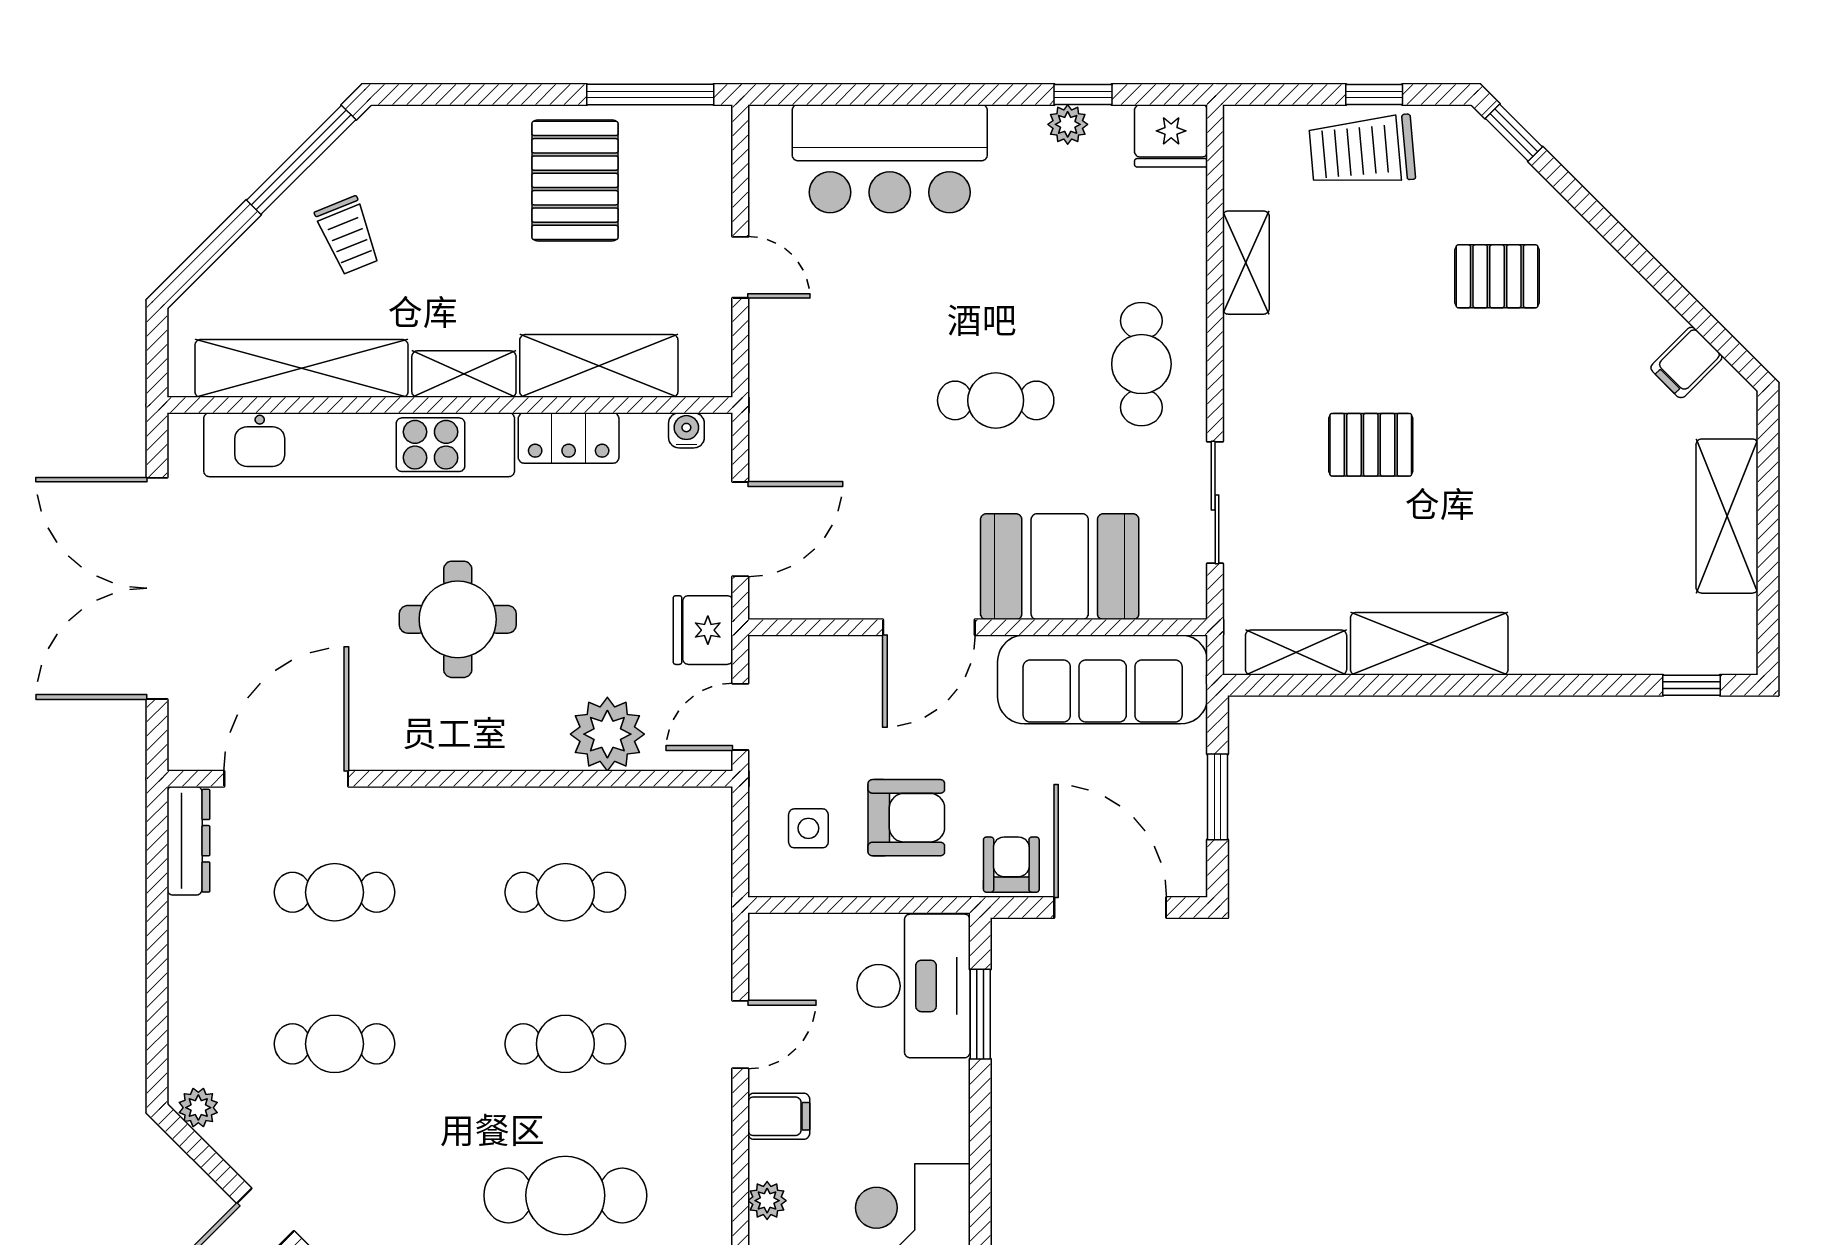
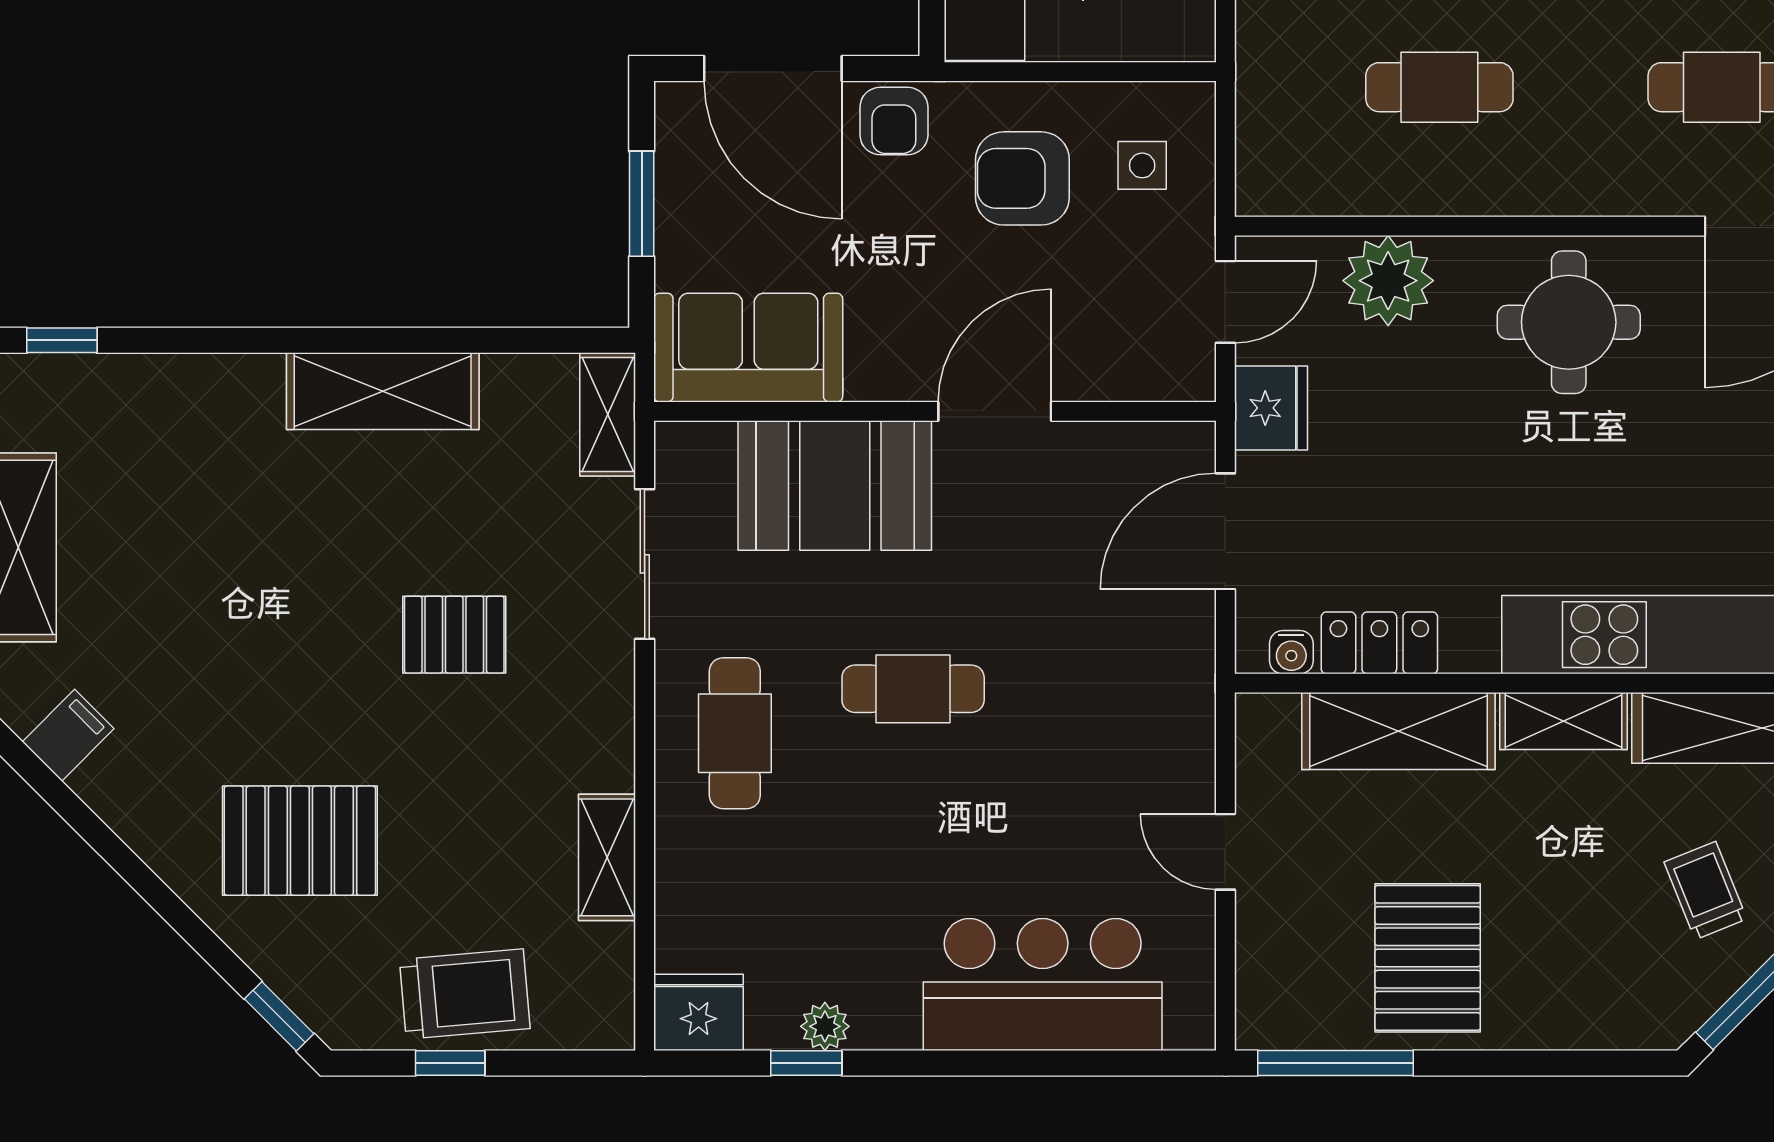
pallet: (1497, 276) -> (300, 841), width x1.50, depth x1.42
locker: (569, 438) -> (1379, 643), moved
round table: (458, 619) -> (1569, 322), moved
shelving: (1296, 652) -> (608, 414), moved, turned 90
sofa: (1103, 679) -> (748, 348), width x0.73

